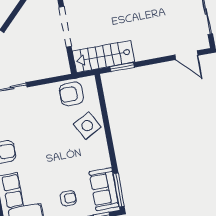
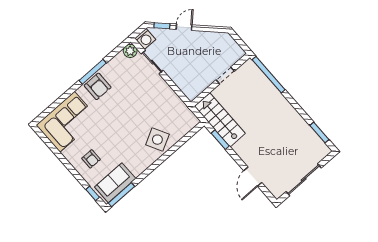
doorway: (65, 27) -> (225, 76), width x0.53
door: (186, 55) -> (253, 177), moved
armchair: (71, 94) -> (175, 112), removed

